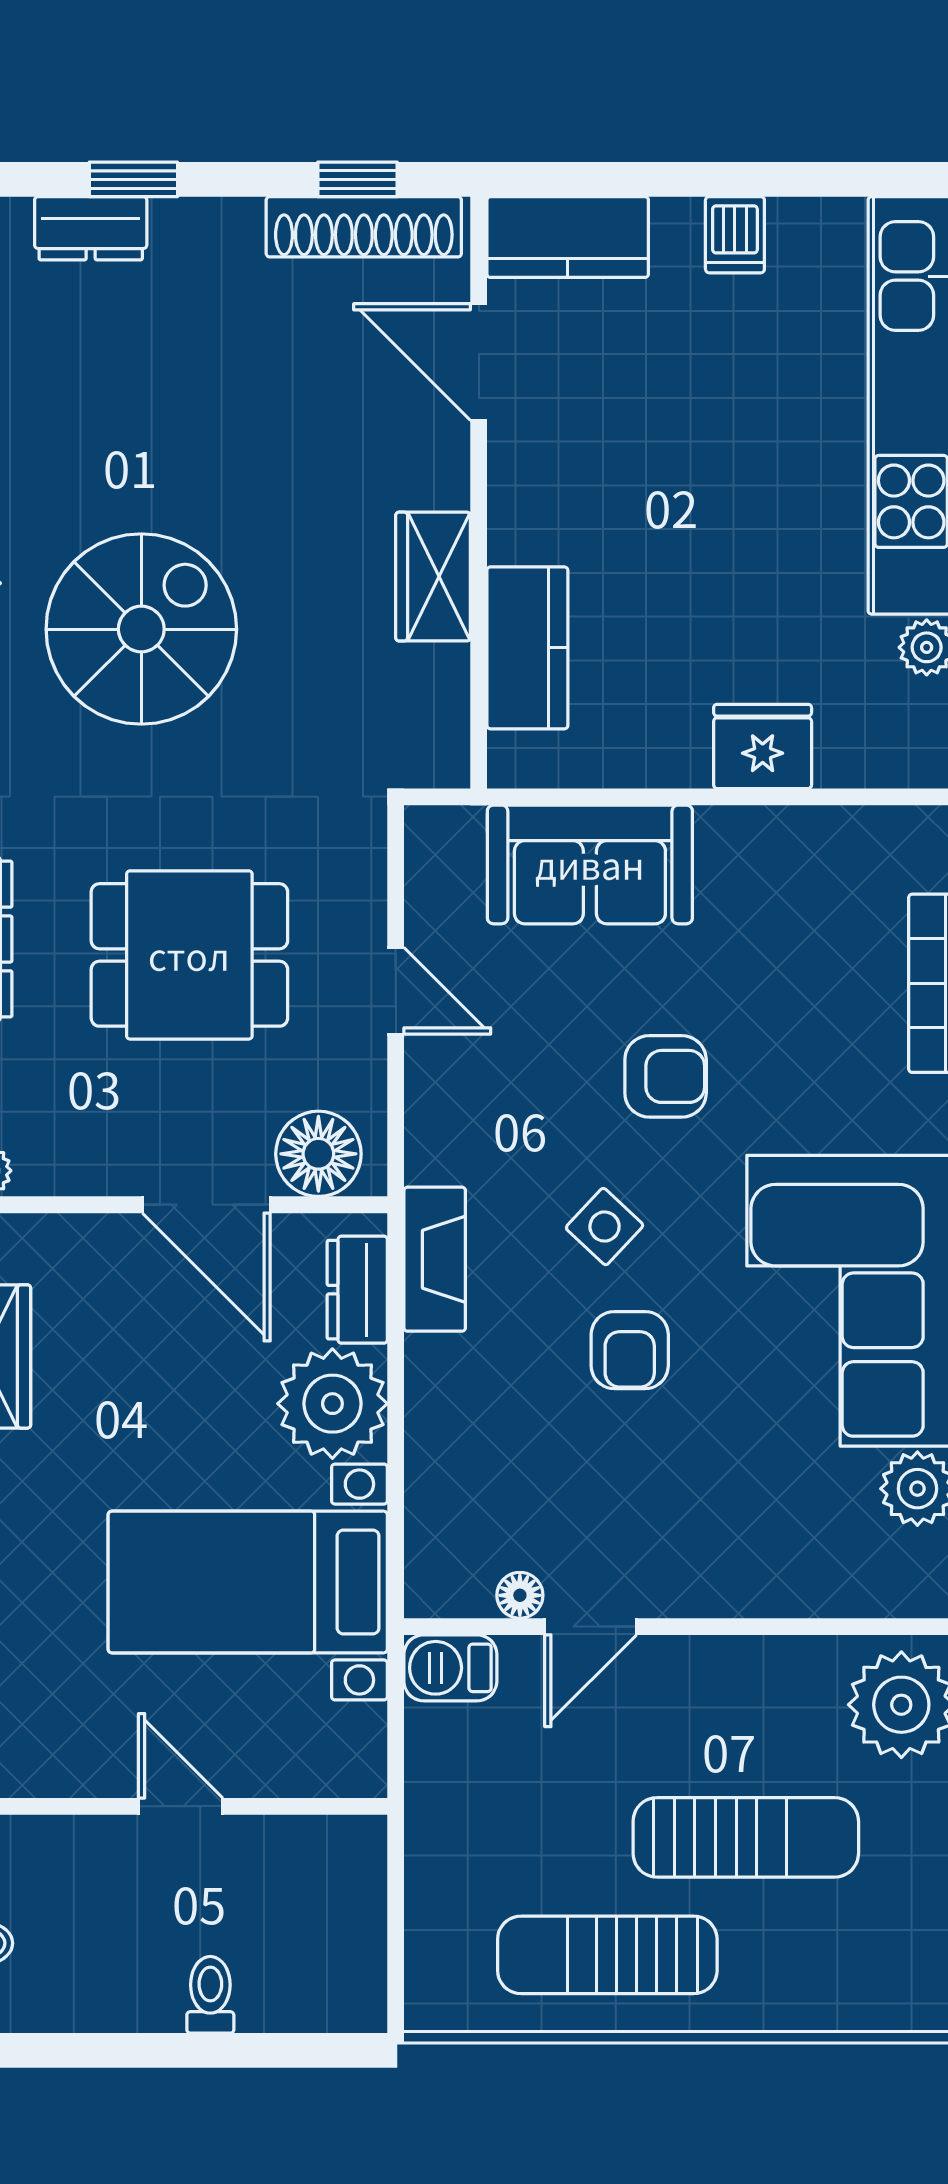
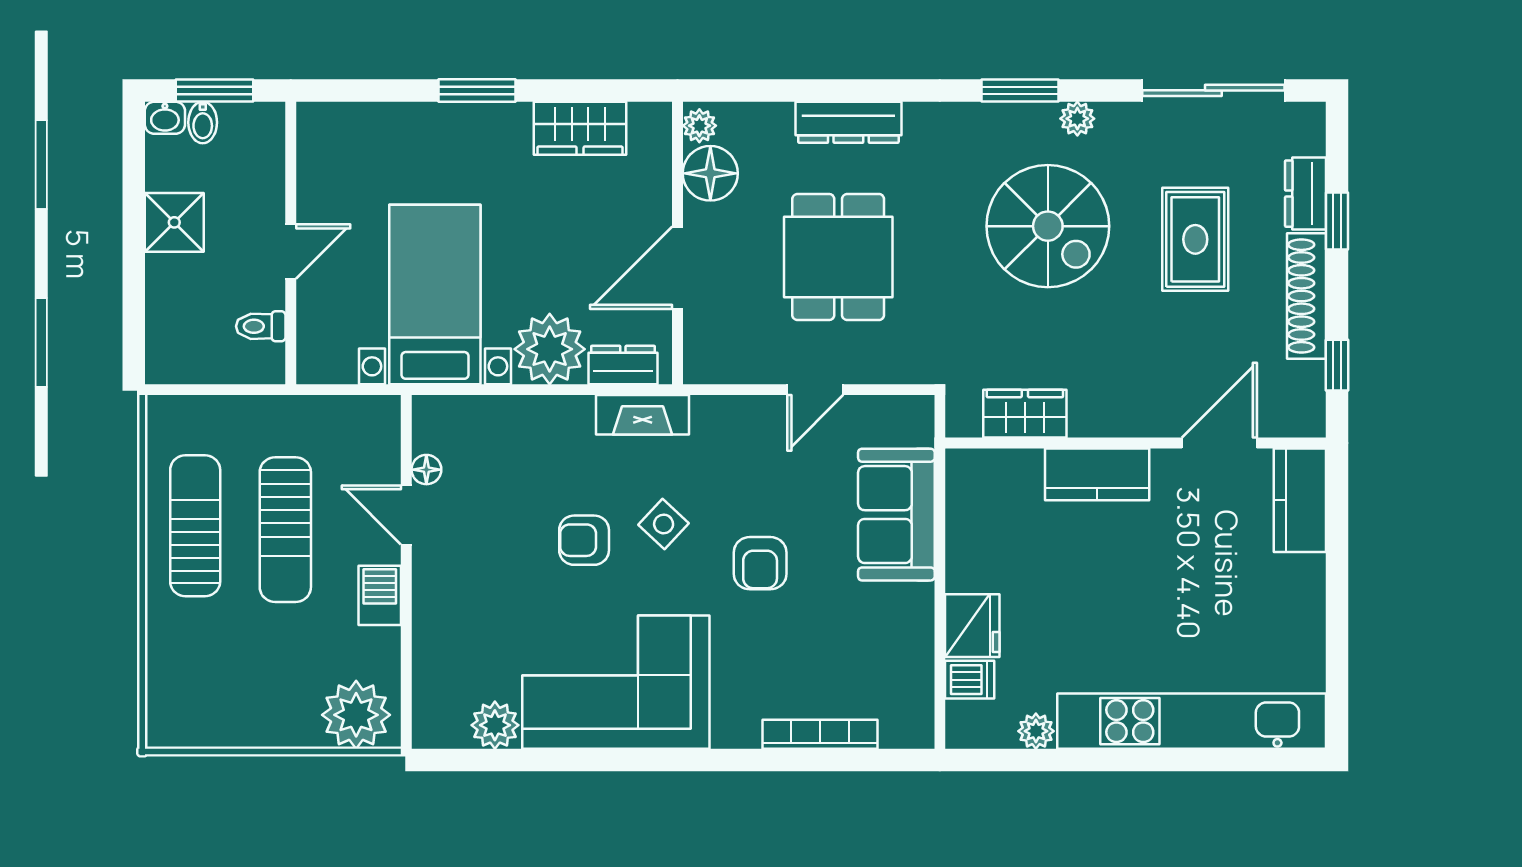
shoe rack: (364, 227) -> (1306, 296), moved
dishwasher: (735, 235) -> (970, 680), moved, turned 180
rug: (162, 400) -> (1195, 239), added
wardrobe: (433, 577) -> (1025, 414), moved
kitchen counter: (527, 648) -> (1097, 474), moved
floor lamp: (318, 1154) -> (710, 173), moved
barbecue: (450, 1668) -> (380, 595), moved
sun lounger: (746, 1837) -> (285, 530), moved
shower: (136, 1987) -> (174, 222), added
toilet: (210, 1995) -> (261, 326), moved, turned 180

